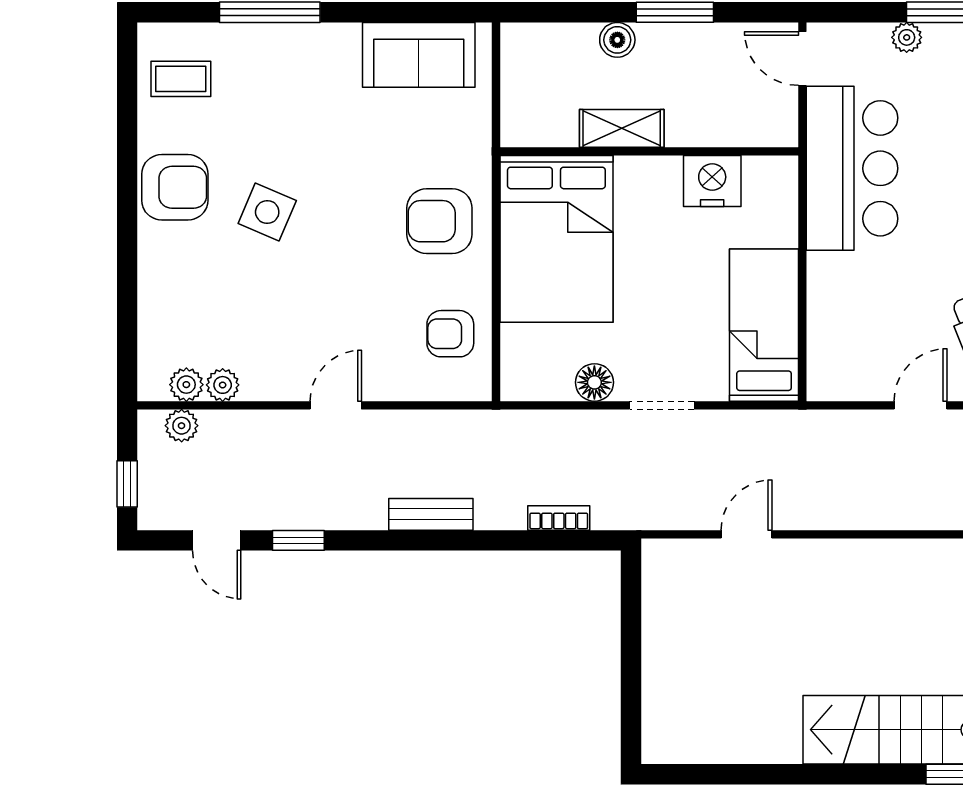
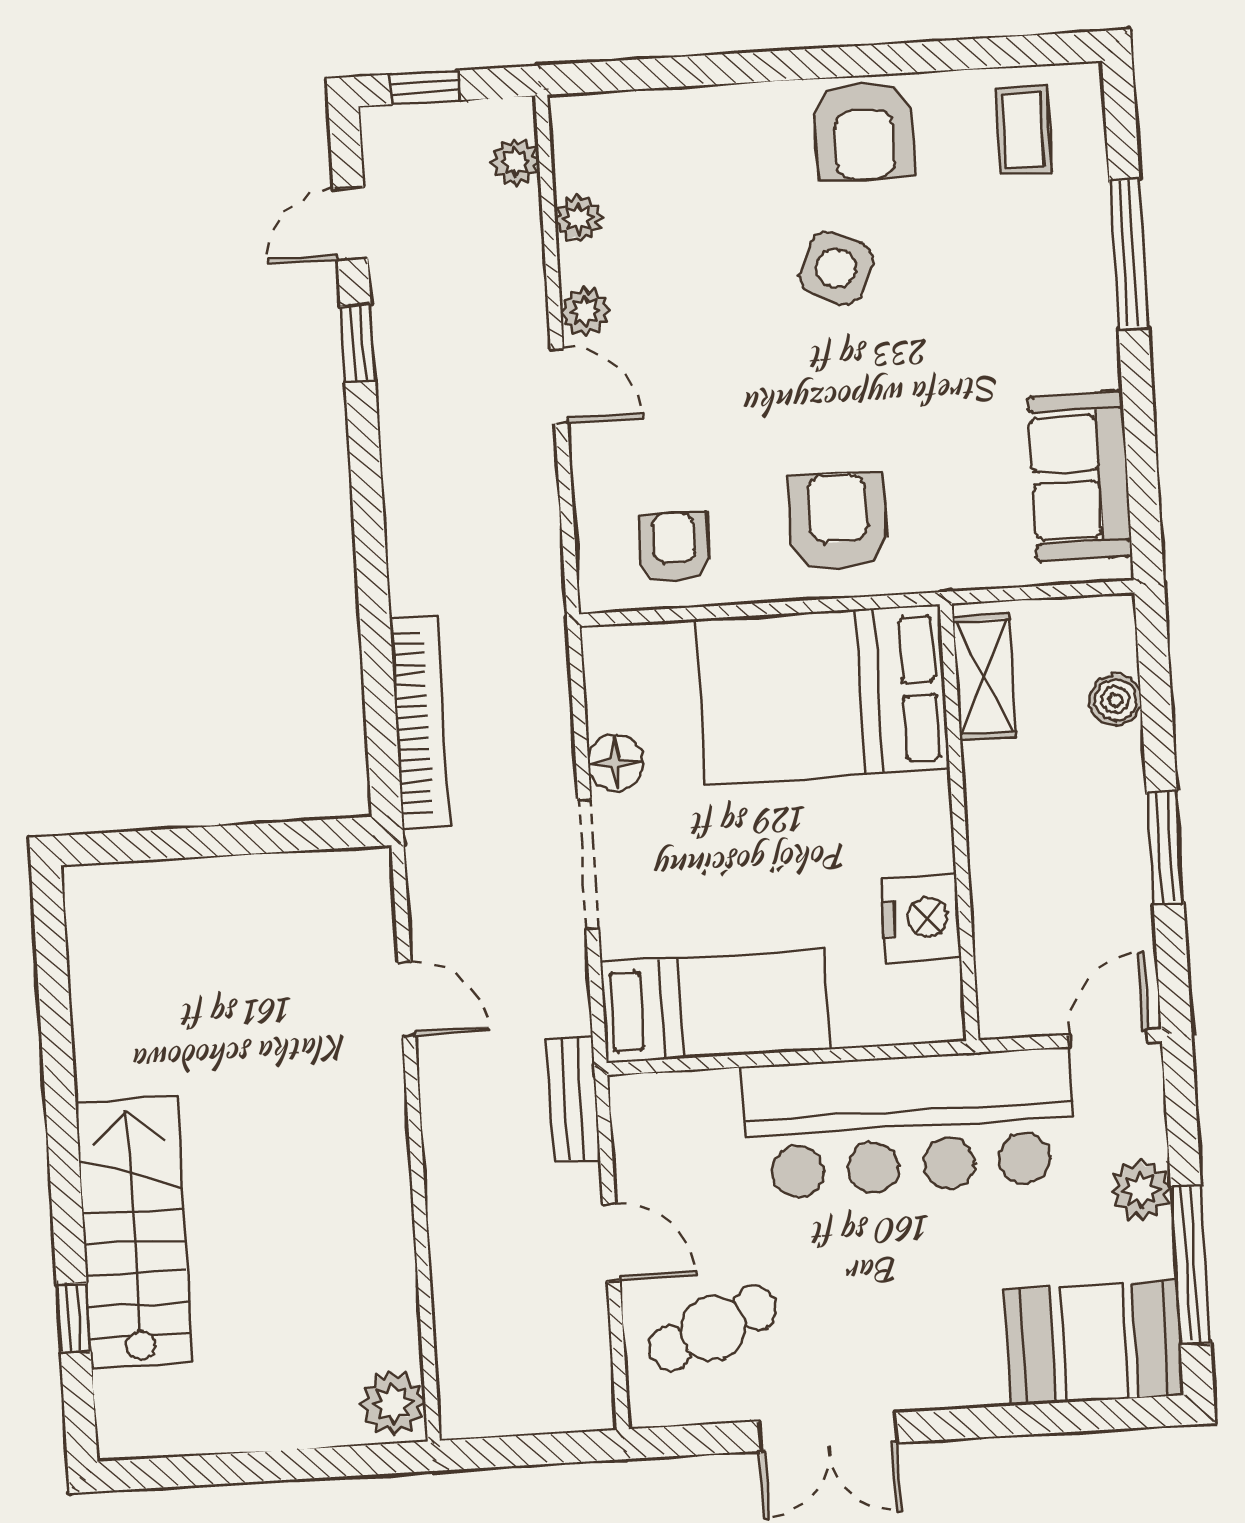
plant: (907, 37) -> (1141, 1190), width x1.38, depth x1.38
boiler: (617, 40) -> (1116, 700), moved
shelving: (622, 128) -> (984, 677), moved
bar counter: (852, 168) -> (909, 1124), width x1.36
plant: (186, 385) -> (585, 311), moved
doorway: (662, 405) -> (588, 864), width x1.38
bench: (431, 514) -> (573, 1100), moved
bookcase: (559, 518) -> (420, 722), width x2.31, depth x1.31

